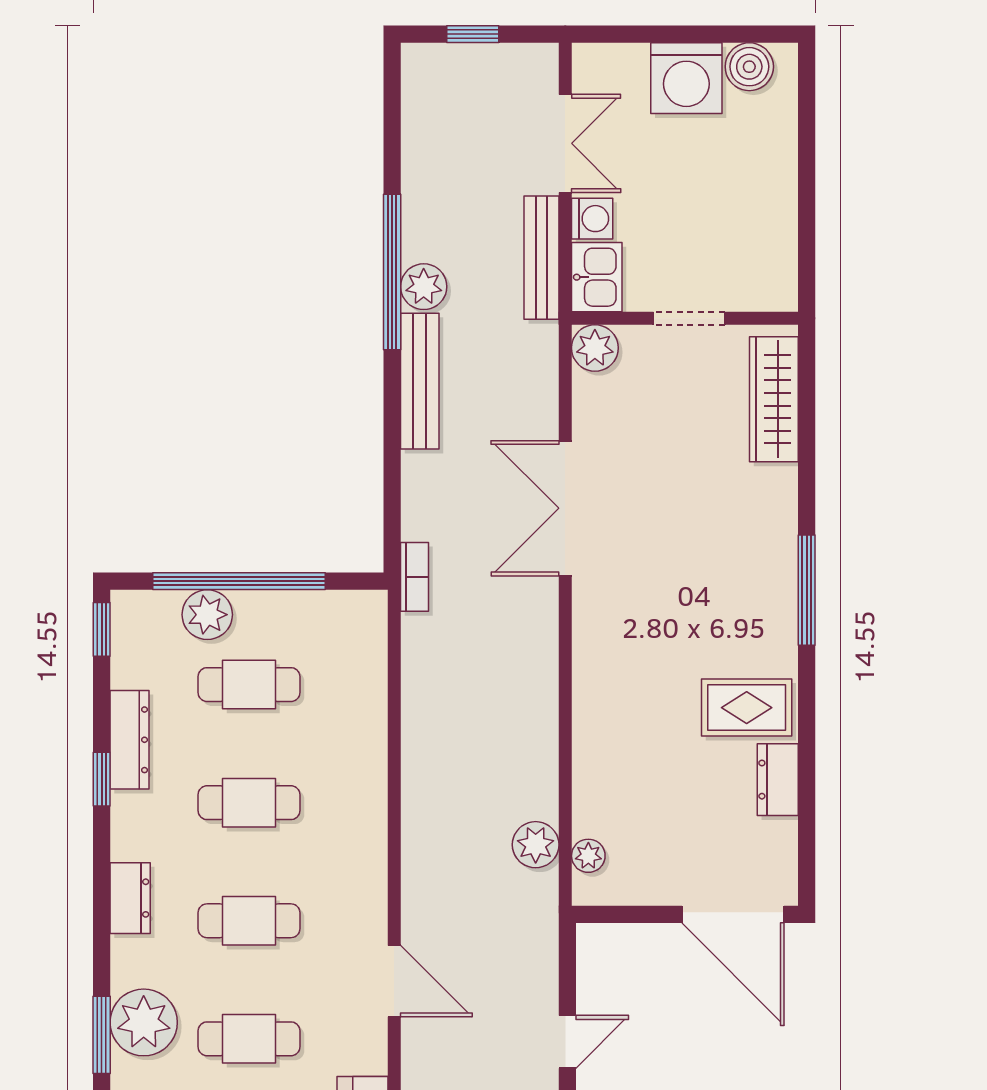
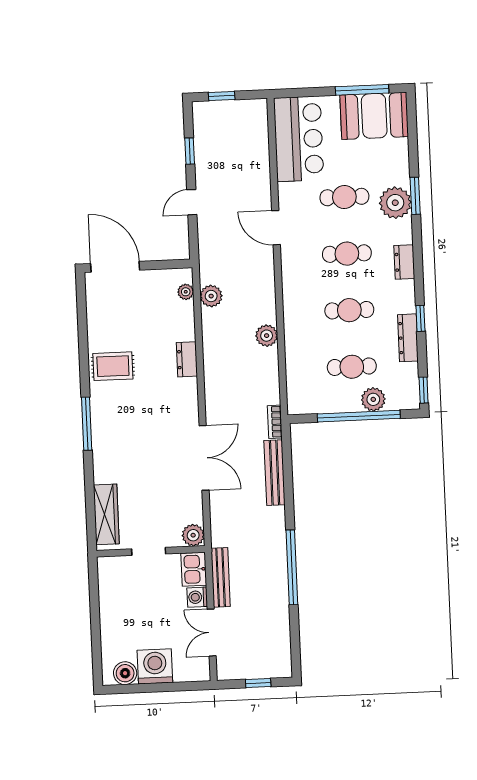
plant: (424, 287) -> (267, 336), moved
bench: (420, 381) -> (274, 473), moved
dresser: (778, 780) -> (187, 359), moved, turned 180

